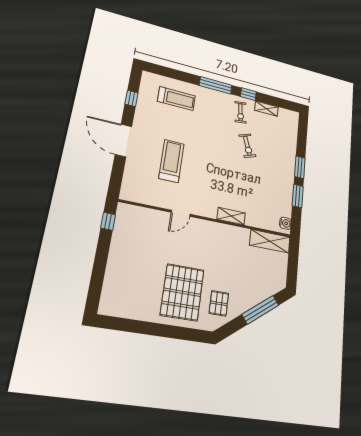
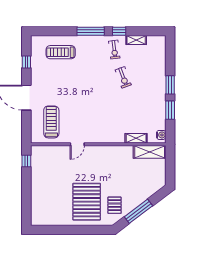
treadmill: (176, 99) -> (61, 52), turned 180
treadmill: (171, 161) -> (51, 122), moved
shelving: (231, 216) -> (136, 138), moved
window: (260, 310) -> (138, 211), moved

